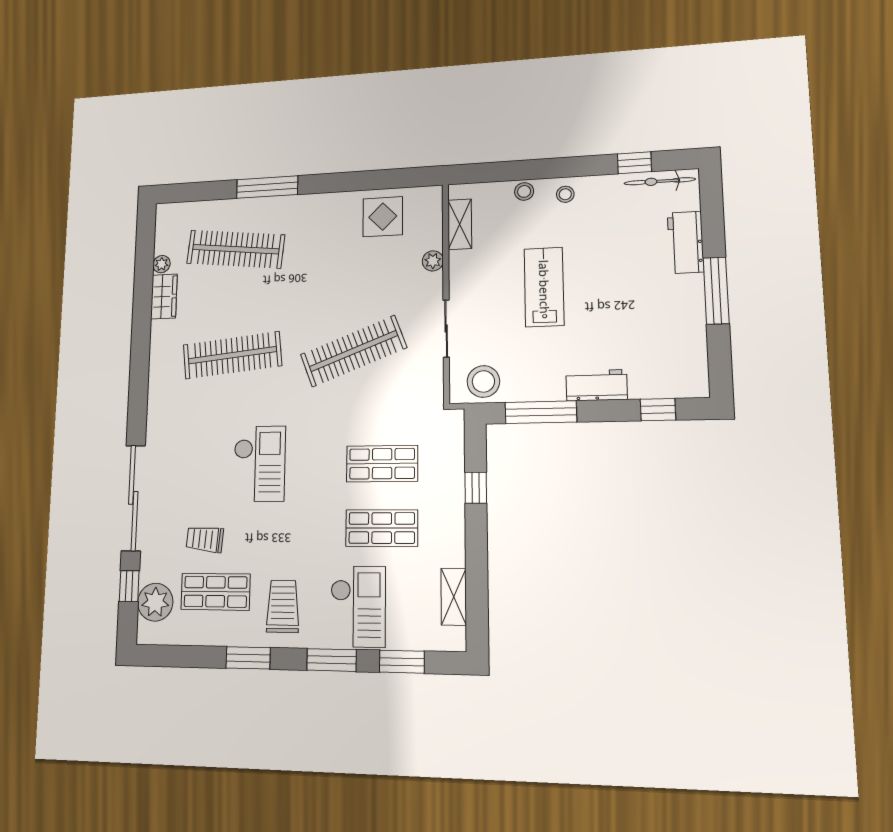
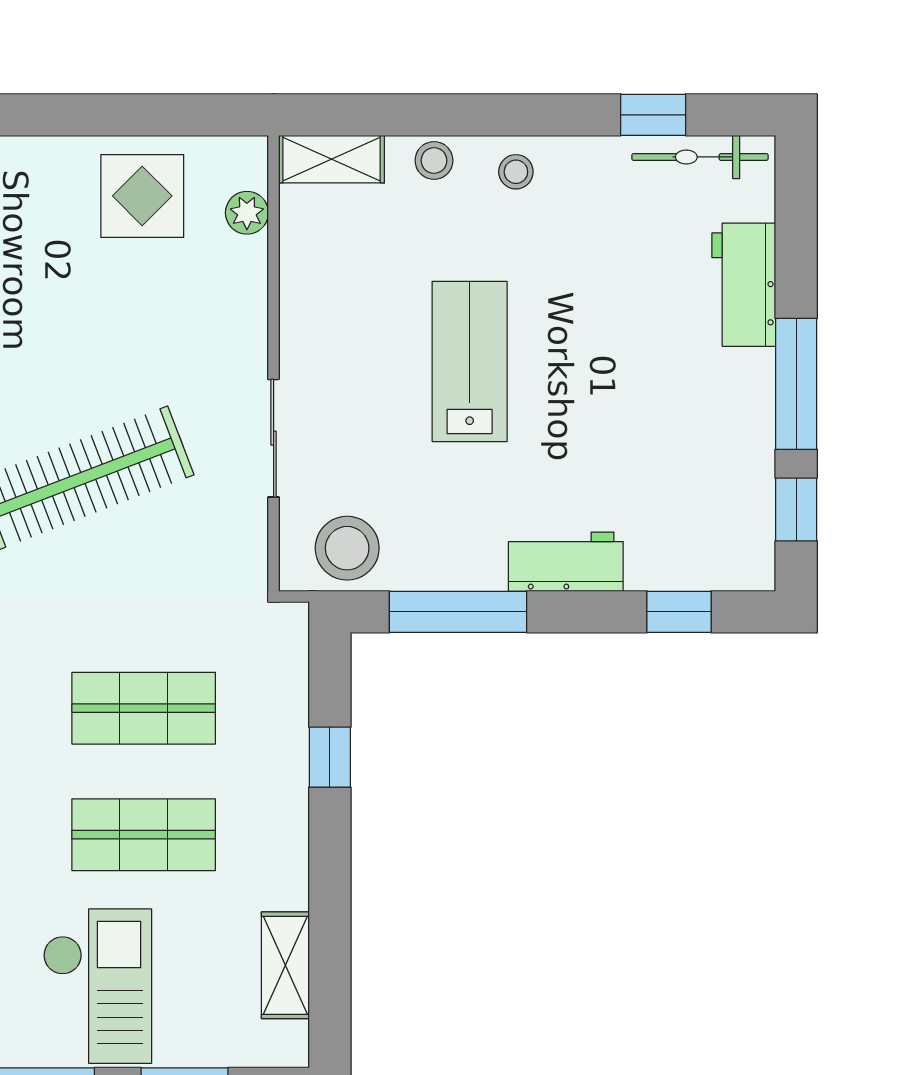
shelving: (460, 224) -> (332, 159), moved, turned 90
plant: (433, 261) -> (247, 213), moved
window: (719, 355) -> (796, 510), added

